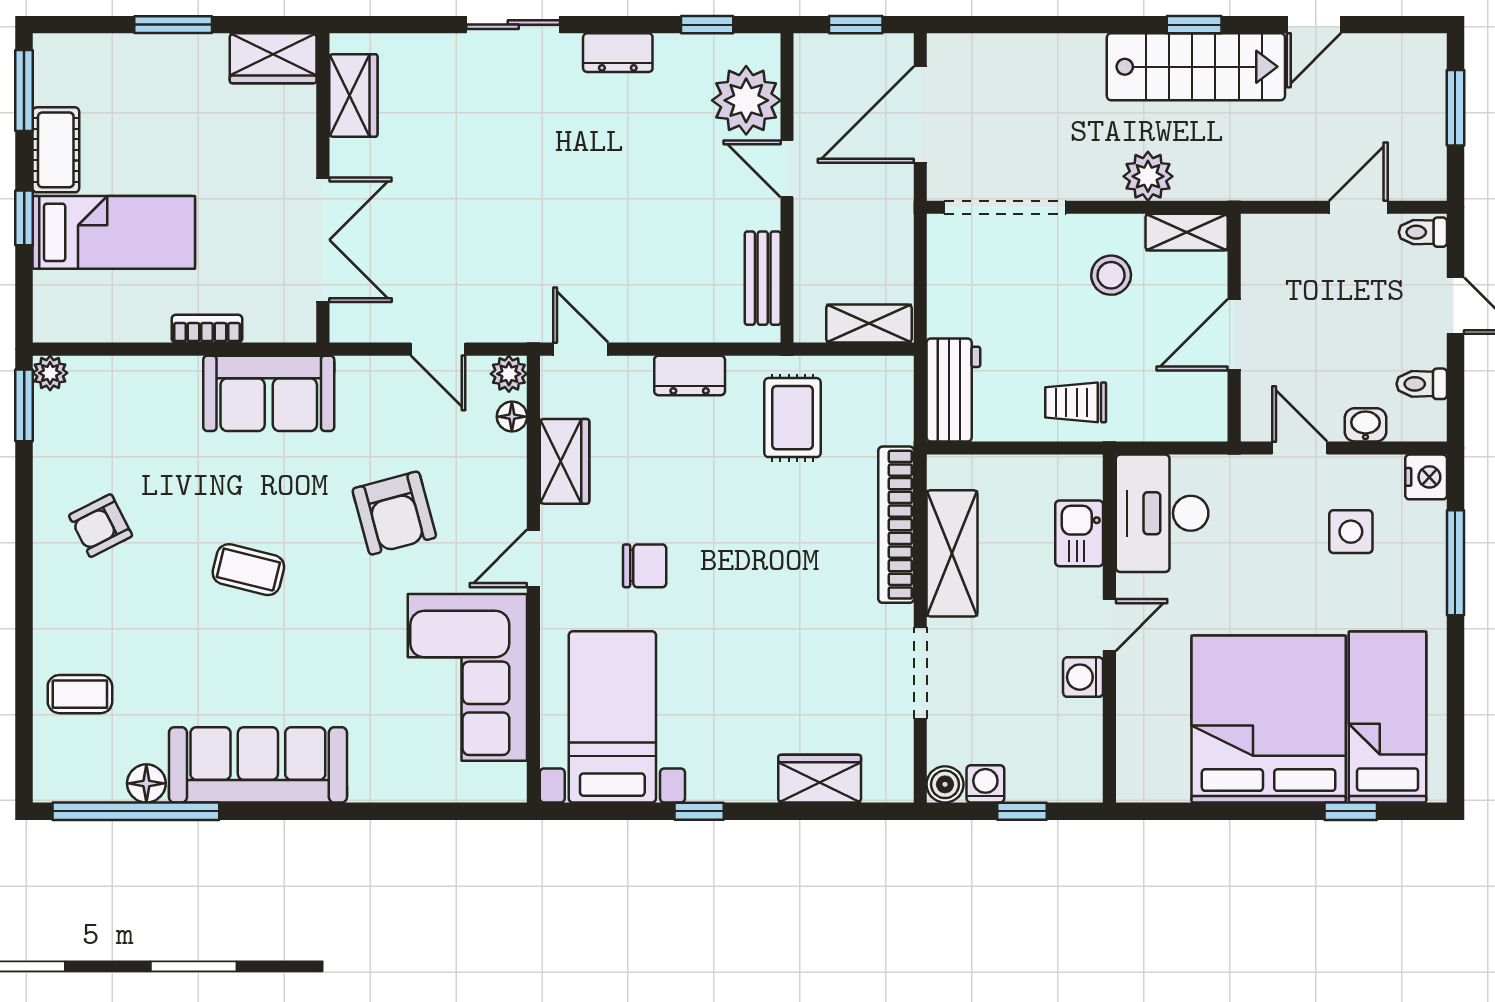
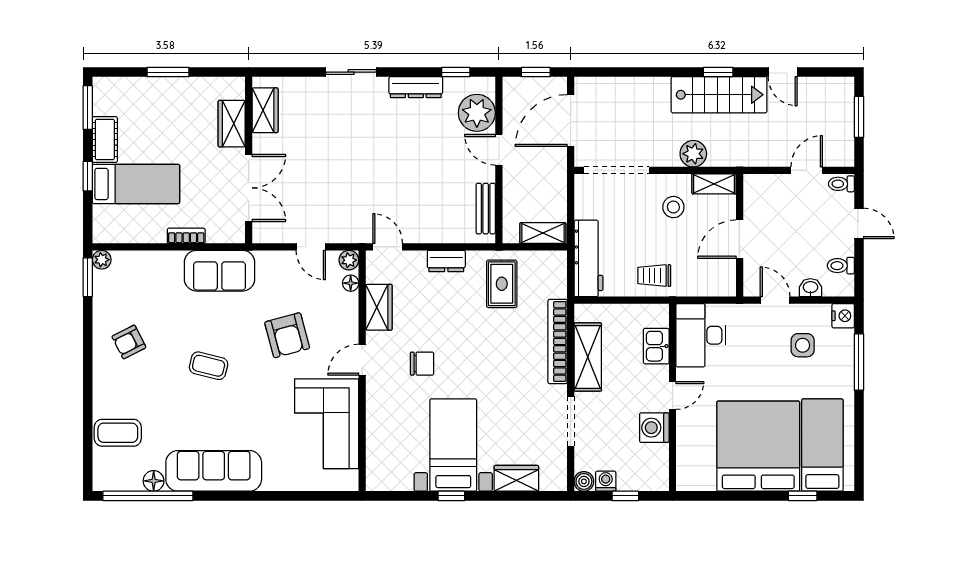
door: (1314, 25) -> (783, 72), hinge flipped
dresser: (618, 53) -> (416, 87), width x1.44
wardrobe: (273, 58) -> (232, 124), moved, turned 90
workbench: (953, 390) -> (588, 258), width x1.38
washing machine: (1083, 677) -> (654, 428), width x1.38, depth x1.38
coffee table: (80, 694) -> (118, 433), width x1.36, depth x1.30
bed with nightstands: (612, 717) -> (453, 445), moved

